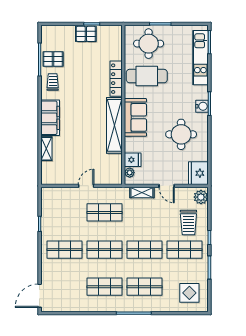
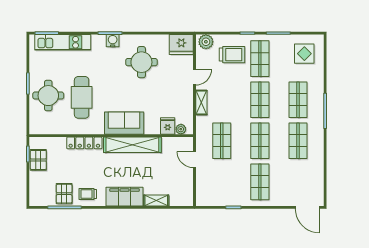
locker: (116, 79) -> (84, 143), moved
wall: (123, 105) -> (111, 136), moved
sofa: (135, 117) -> (124, 123), moved
shelving: (114, 125) -> (132, 145), moved
fridge: (133, 160) -> (168, 126), moved
plant: (130, 173) -> (181, 129), moved

